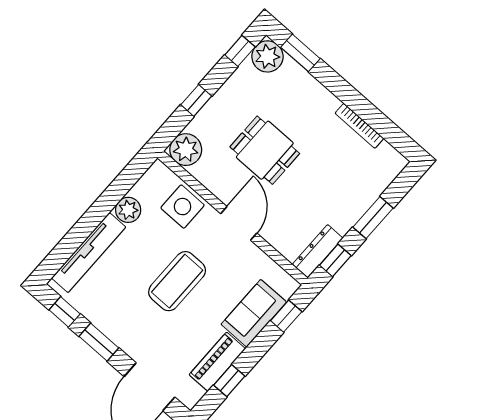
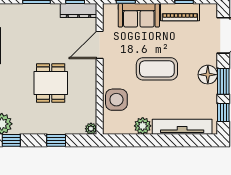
plant: (186, 150) -> (91, 129), width x0.53, depth x0.53
door: (239, 223) -> (100, 45), moved
floor lamp: (121, 332) -> (208, 75), added

